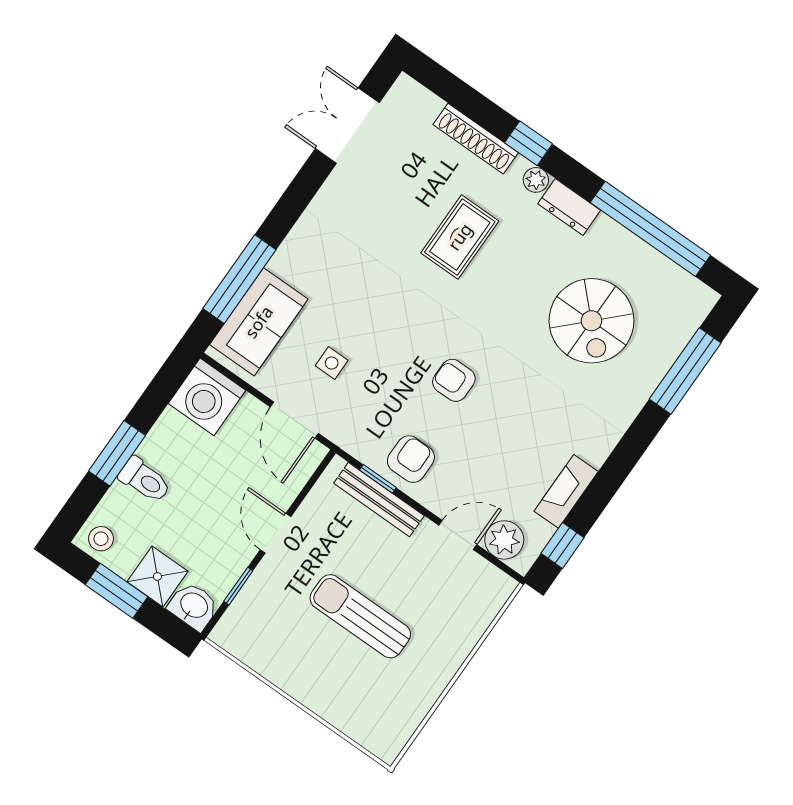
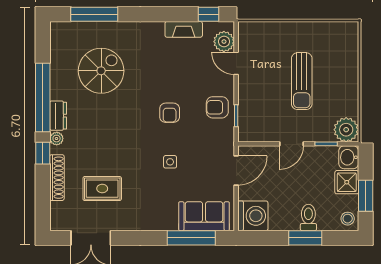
window: (650, 229) -> (43, 98), moved
rug: (460, 237) -> (102, 189), moved
side table: (332, 363) -> (170, 162), moved
bench: (379, 500) -> (245, 109), removed
plant: (238, 632) -> (346, 130), added

